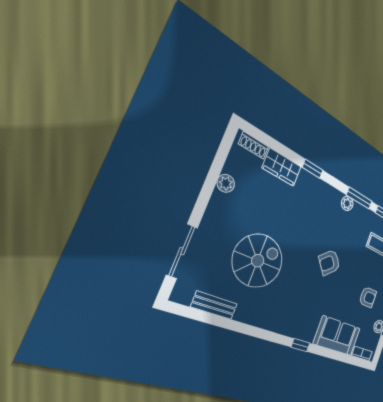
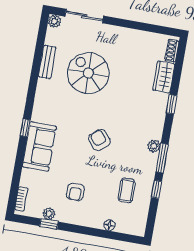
plant: (226, 183) -> (55, 21), moved
spiral stairs: (258, 261) -> (88, 73), turned 180
bench: (214, 305) -> (47, 62), moved
sofa: (337, 336) -> (39, 146), moved

